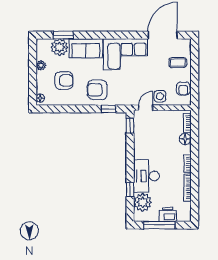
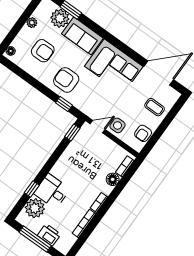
desk: (146, 176) -> (52, 191), width x0.73

